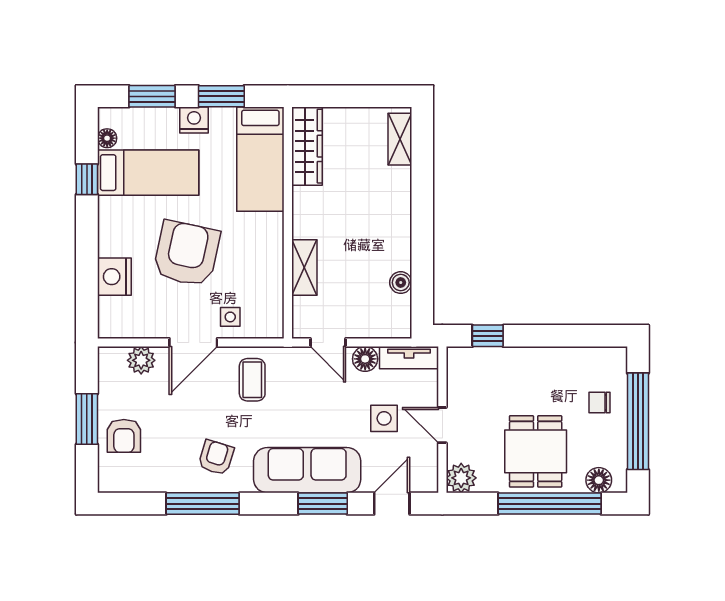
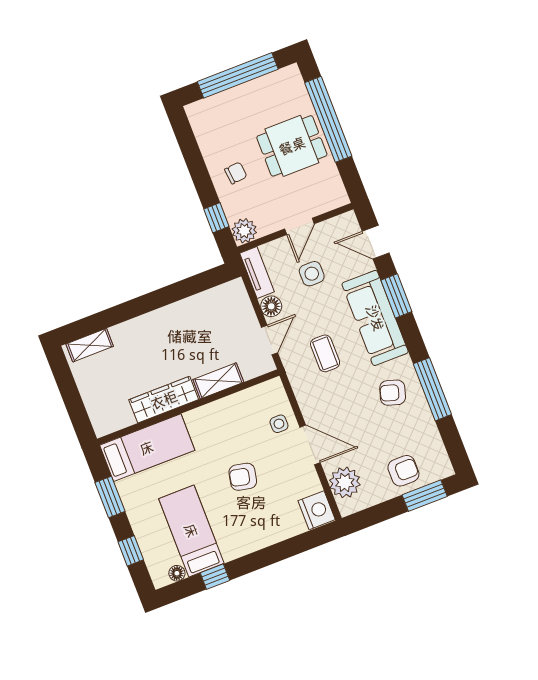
window: (152, 96) -> (131, 551), width x0.67
nightstand: (194, 120) -> (137, 511), removed
wardrobe: (307, 146) -> (164, 400), moved
armchair: (187, 254) -> (243, 477), width x0.53, depth x0.53
nightstand: (114, 277) -> (317, 510), moved, turned -90
boiler: (401, 283) -> (201, 302), removed
plant: (141, 360) -> (345, 482), width x1.36, depth x1.36
coffee table: (252, 380) -> (325, 353), moved, turned 90
chair: (599, 402) -> (236, 173), moved, turned -96
window: (87, 419) -> (425, 496), moved
plant: (461, 478) -> (244, 231), moved
floor lamp: (599, 480) -> (295, 88), removed

